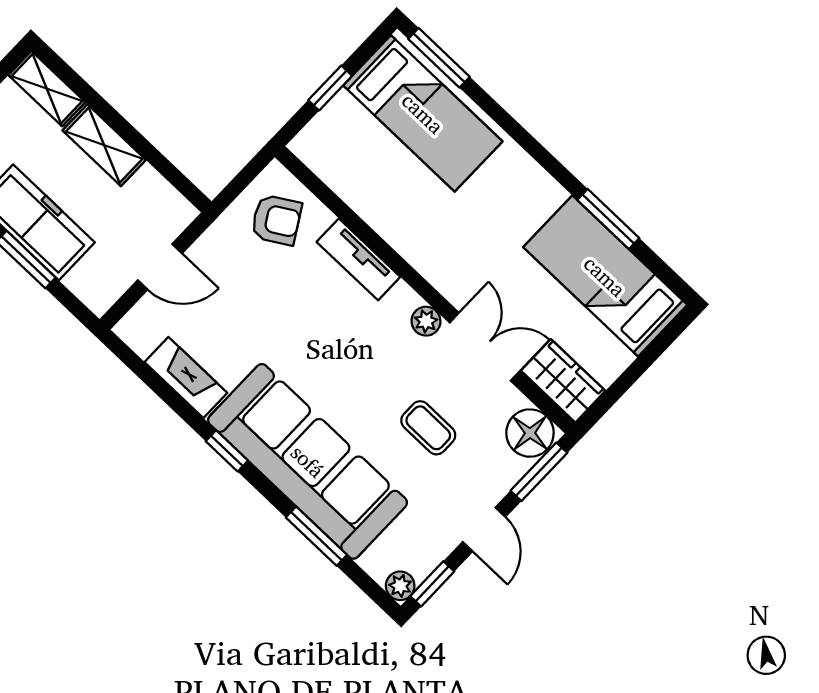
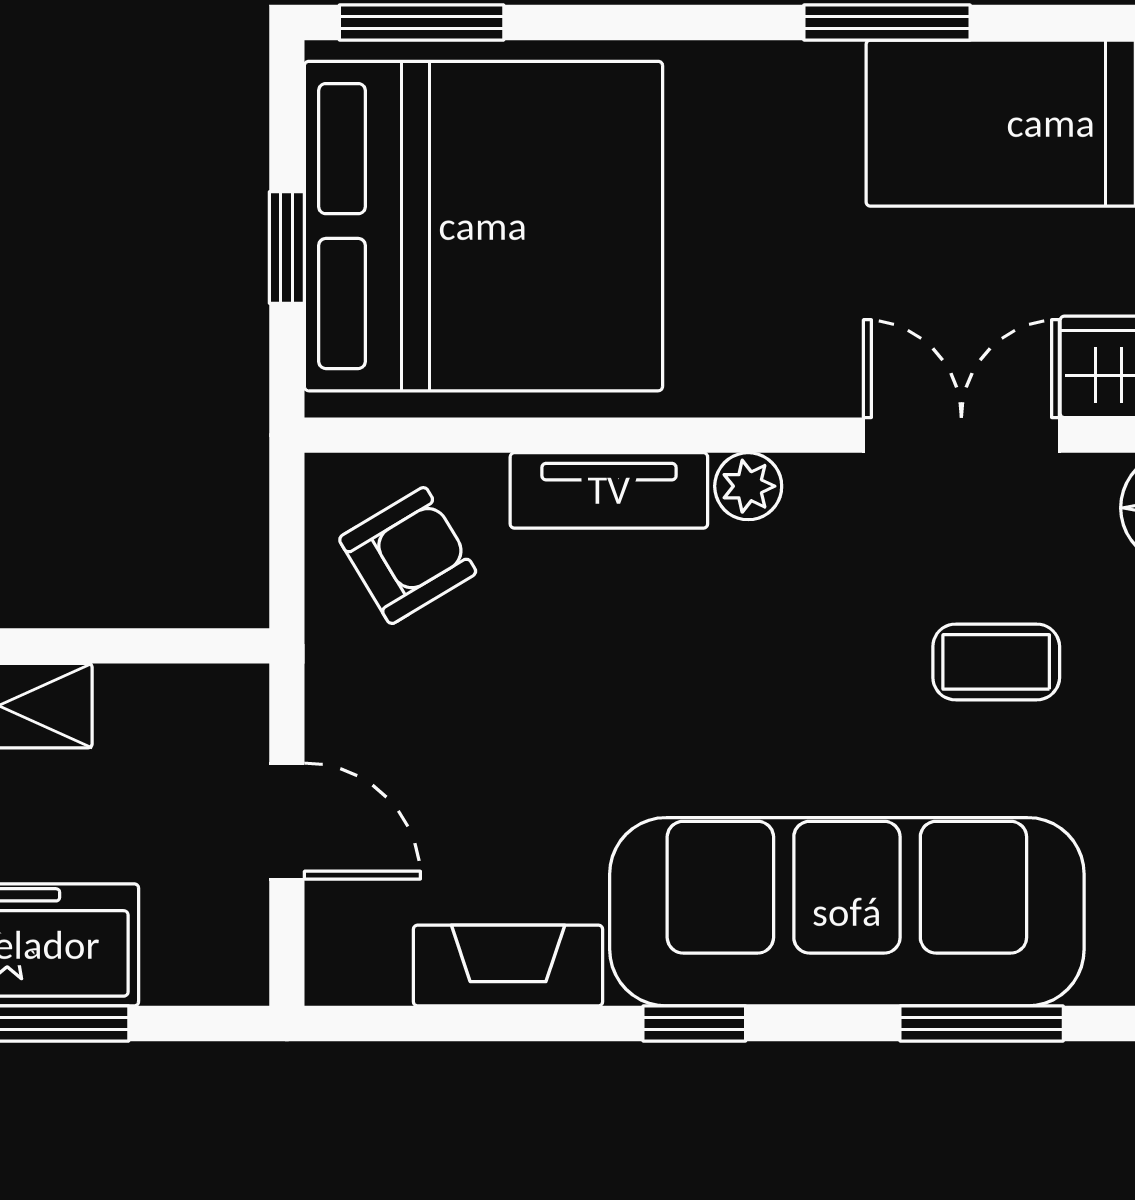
bed: (423, 113) -> (483, 226), width x2.04
window: (608, 219) -> (887, 23), moved
door: (160, 267) -> (287, 821), hinge flipped
plant: (426, 321) -> (748, 486), moved

